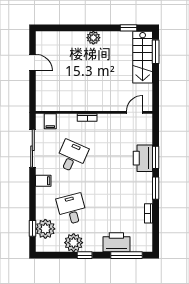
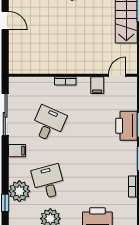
filing cabinet: (50, 121) -> (97, 85), moved
plant: (45, 229) -> (19, 191), moved

